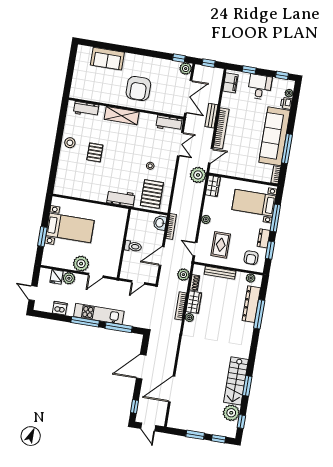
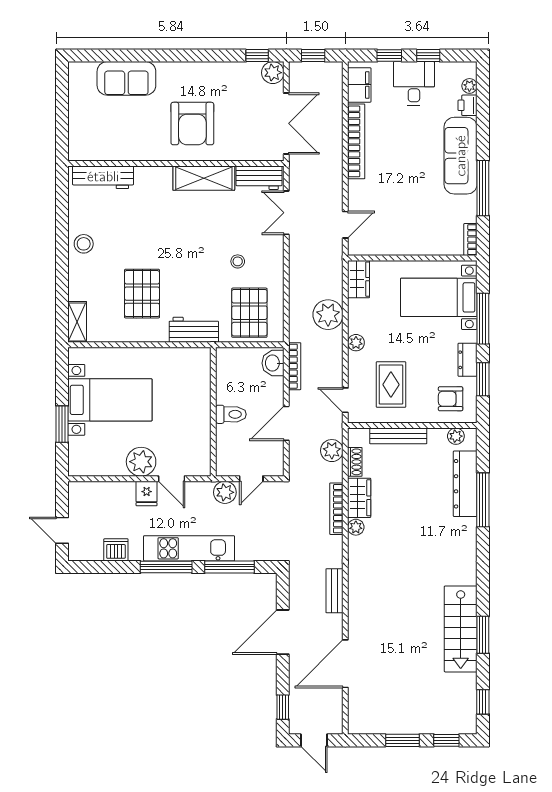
window: (282, 75) -> (428, 56), moved
workbench: (86, 109) -> (103, 177), width x1.38
shelving: (122, 116) -> (204, 178), moved
bench: (211, 116) -> (335, 591), moved
bookcase: (221, 128) -> (356, 141), moved
sofa: (274, 136) -> (461, 156), width x0.74, depth x0.79
double door: (180, 144) -> (286, 213), swing flipped
pallet: (95, 152) -> (142, 294), moved, width x1.50, depth x1.42
plant: (198, 175) -> (328, 315), moved
shelving: (60, 184) -> (77, 322), added
armchair: (251, 258) -> (451, 399), turned 90
door: (96, 275) -> (172, 479), hinge flipped
fridge: (56, 277) -> (147, 493), moved
plant: (69, 278) -> (225, 492), moved
plant: (231, 413) -> (462, 689), removed

